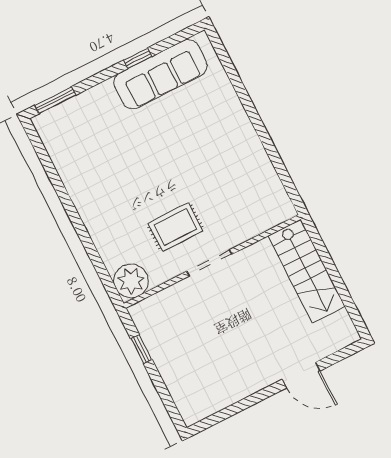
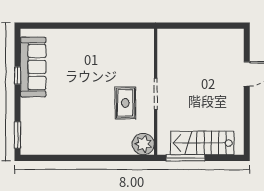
stairs: (307, 271) -> (202, 143), moved, turned 180
window: (141, 349) -> (185, 158), width x2.17

